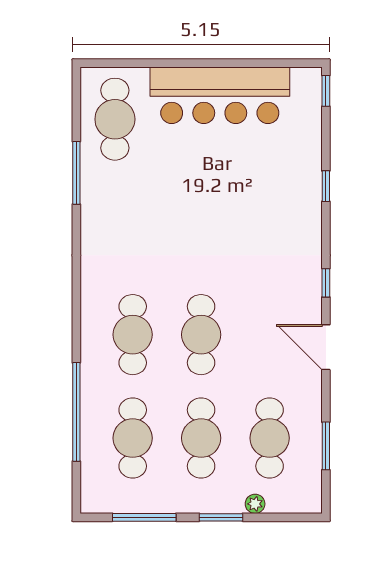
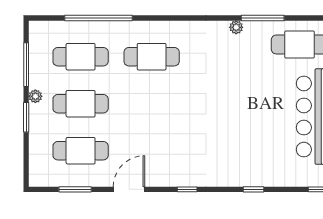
plant: (90, 211) -> (236, 27), added
cafe table: (201, 335) -> (152, 104), removed
door: (326, 347) -> (129, 189), moved
plant: (255, 504) -> (35, 96), moved

